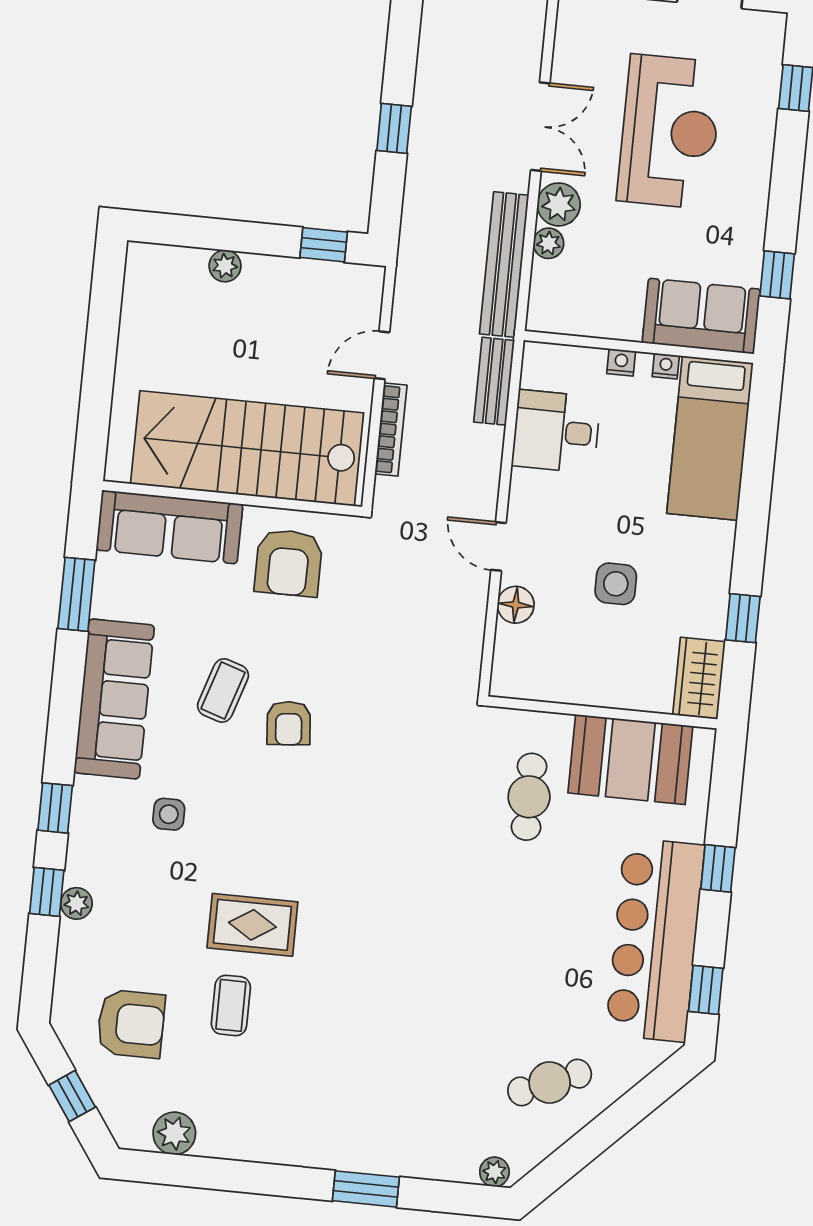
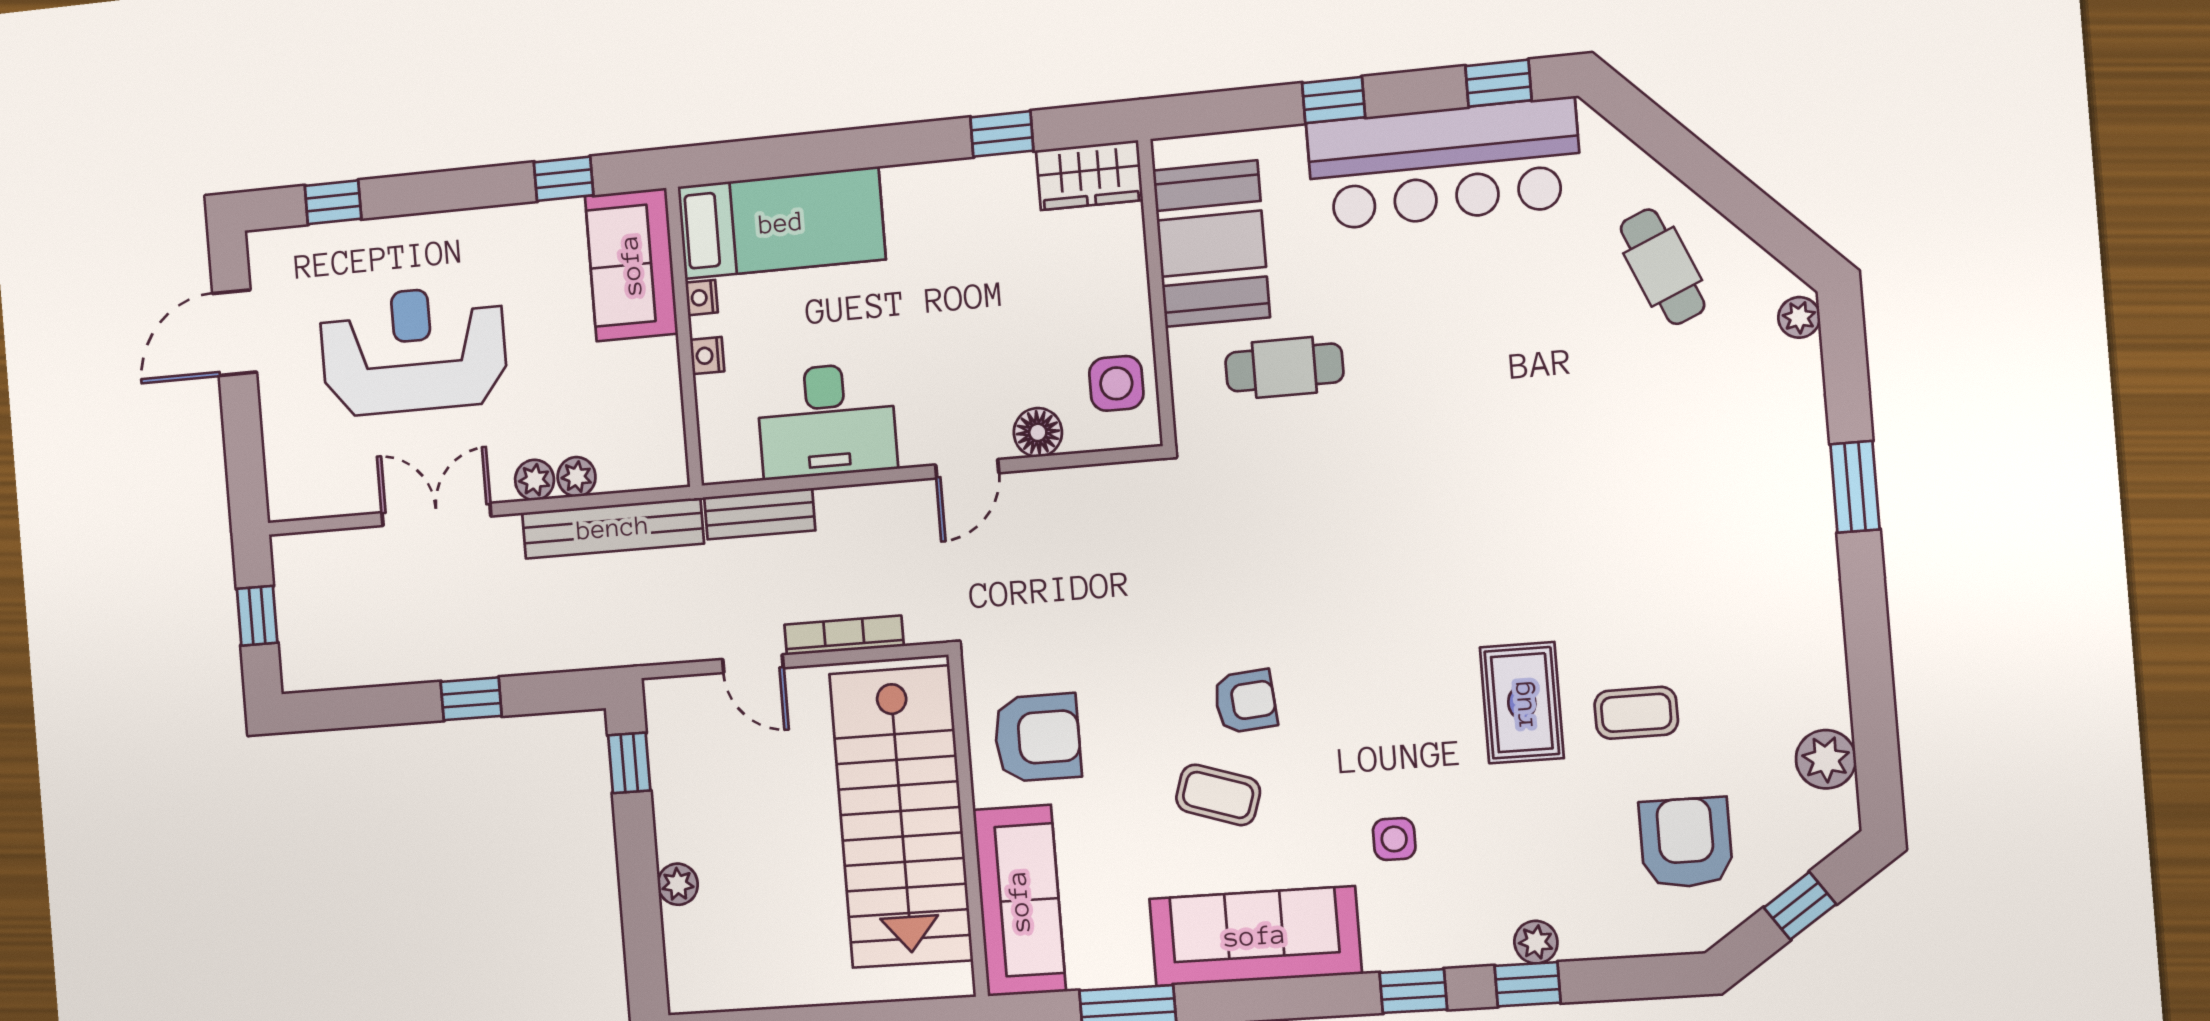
plant: (559, 204) -> (535, 480), width x0.73, depth x0.73
desk: (556, 431) -> (827, 421), width x1.37
side table: (616, 584) -> (1116, 383), moved

